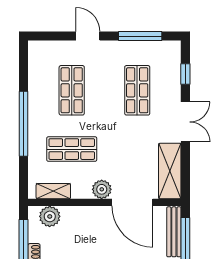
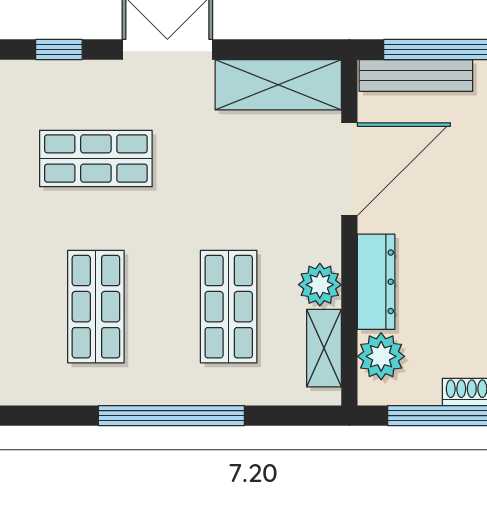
shop shelf: (72, 90) -> (96, 307), turned 90
plant: (102, 189) -> (320, 285), moved
dresser: (83, 214) -> (376, 282), added

